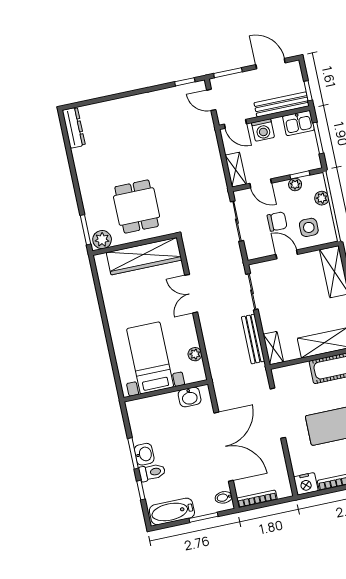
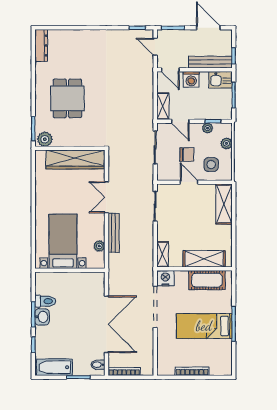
dining table: (137, 207) -> (67, 98), moved
bench: (253, 339) -> (114, 233), moved
washbasin: (190, 397) -> (88, 279), removed
toilet: (152, 472) -> (45, 301), moved
nightstand: (306, 484) -> (165, 278), moved, turned 180

